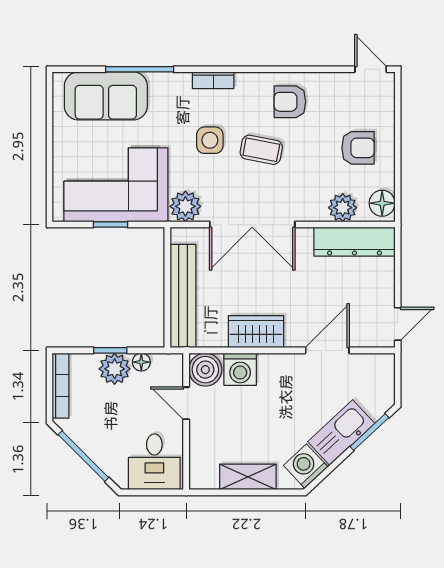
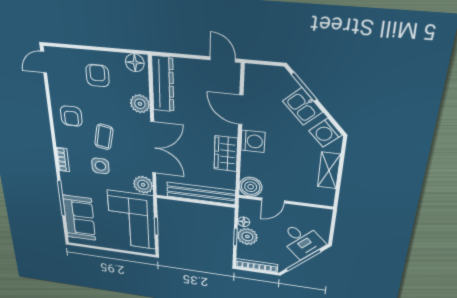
plant: (343, 208) -> (140, 104), moved
washing machine: (240, 369) -> (253, 141), moved
kitchen sink: (341, 433) -> (303, 106), width x0.73
desk: (154, 462) -> (302, 240), moved, turned 45

